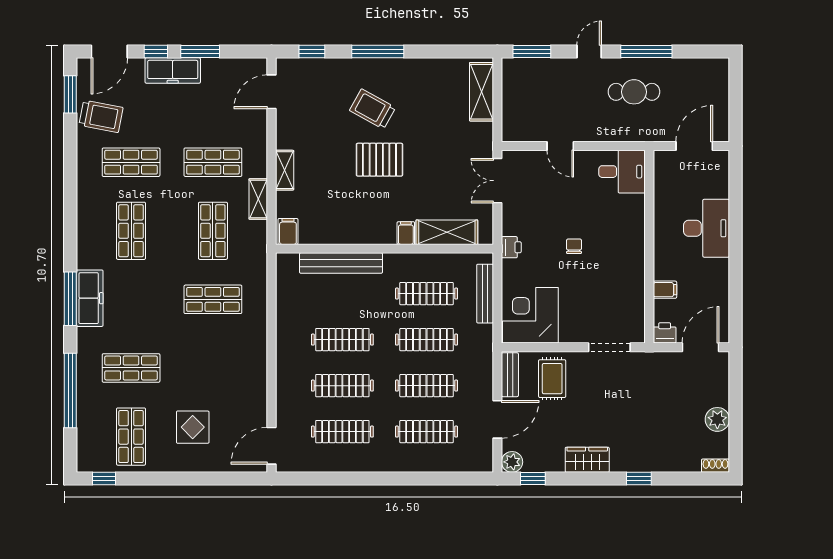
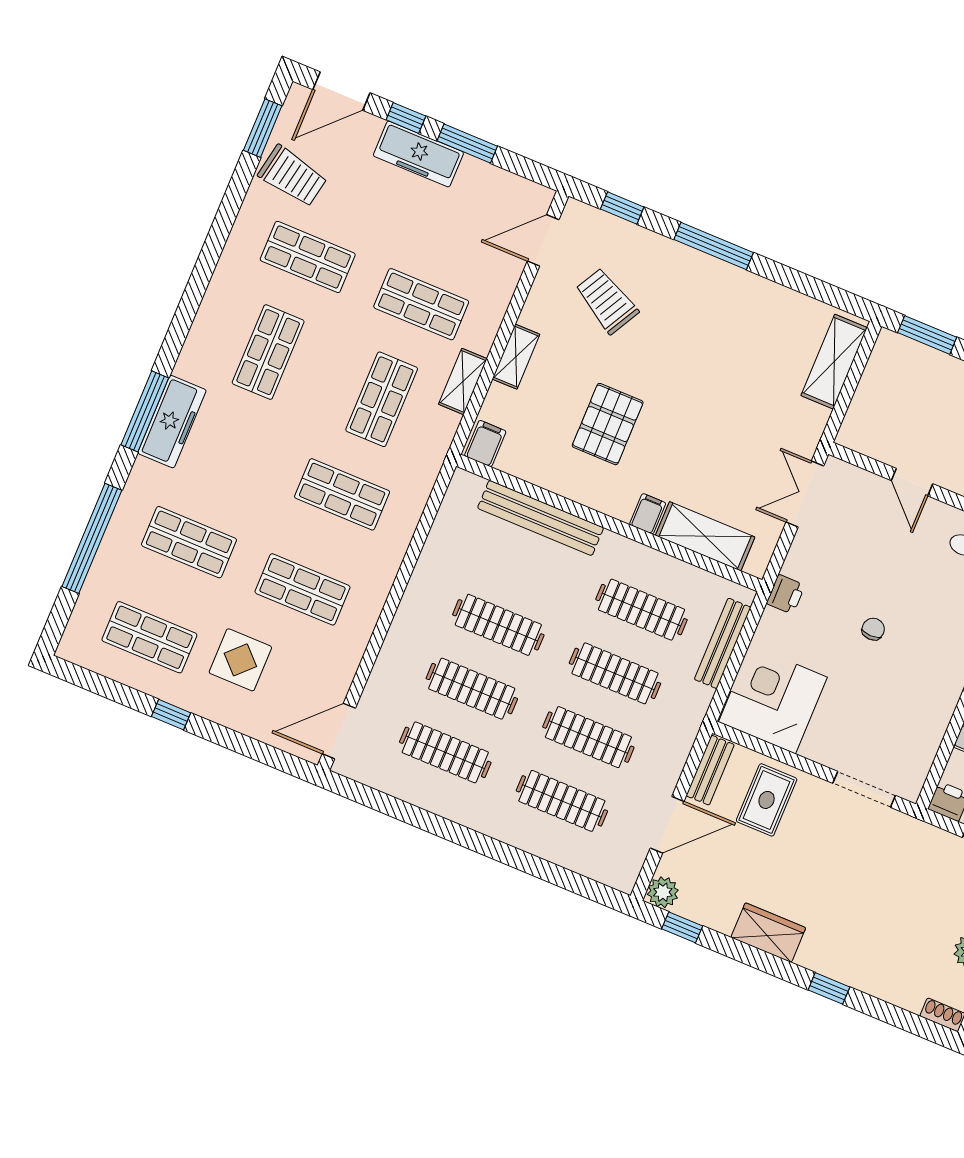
trolley: (372, 109) -> (607, 301), moved
pallet: (379, 160) -> (608, 424), moved, turned 90
shop shelf: (213, 368) -> (302, 589), added
shop shelf: (131, 437) -> (149, 637), turned 90
window: (104, 479) -> (171, 715), moved

